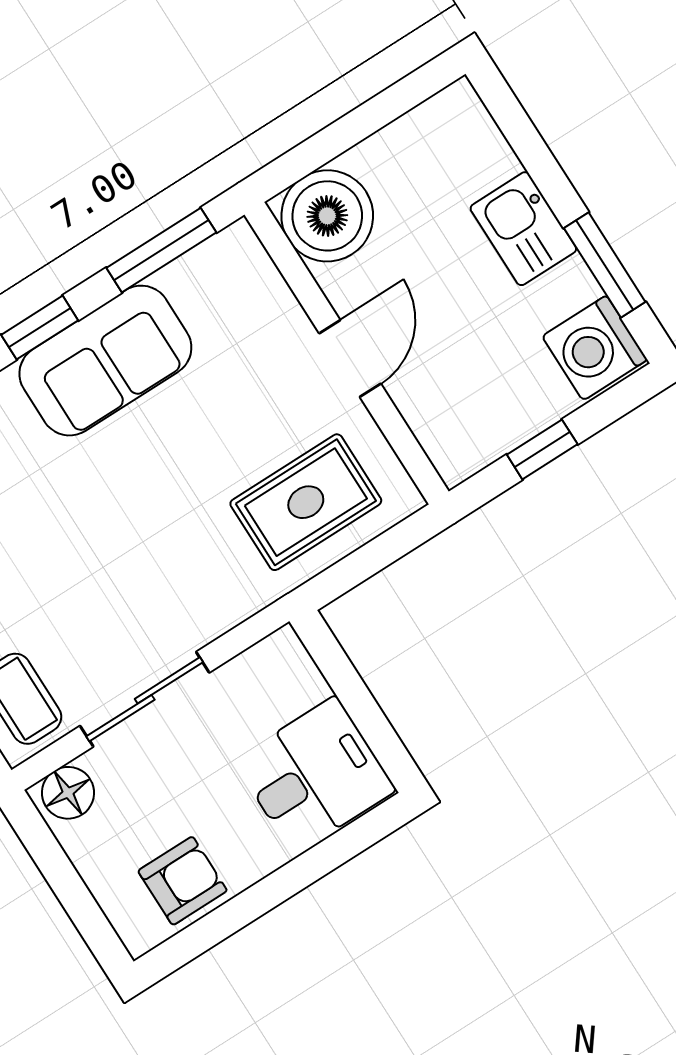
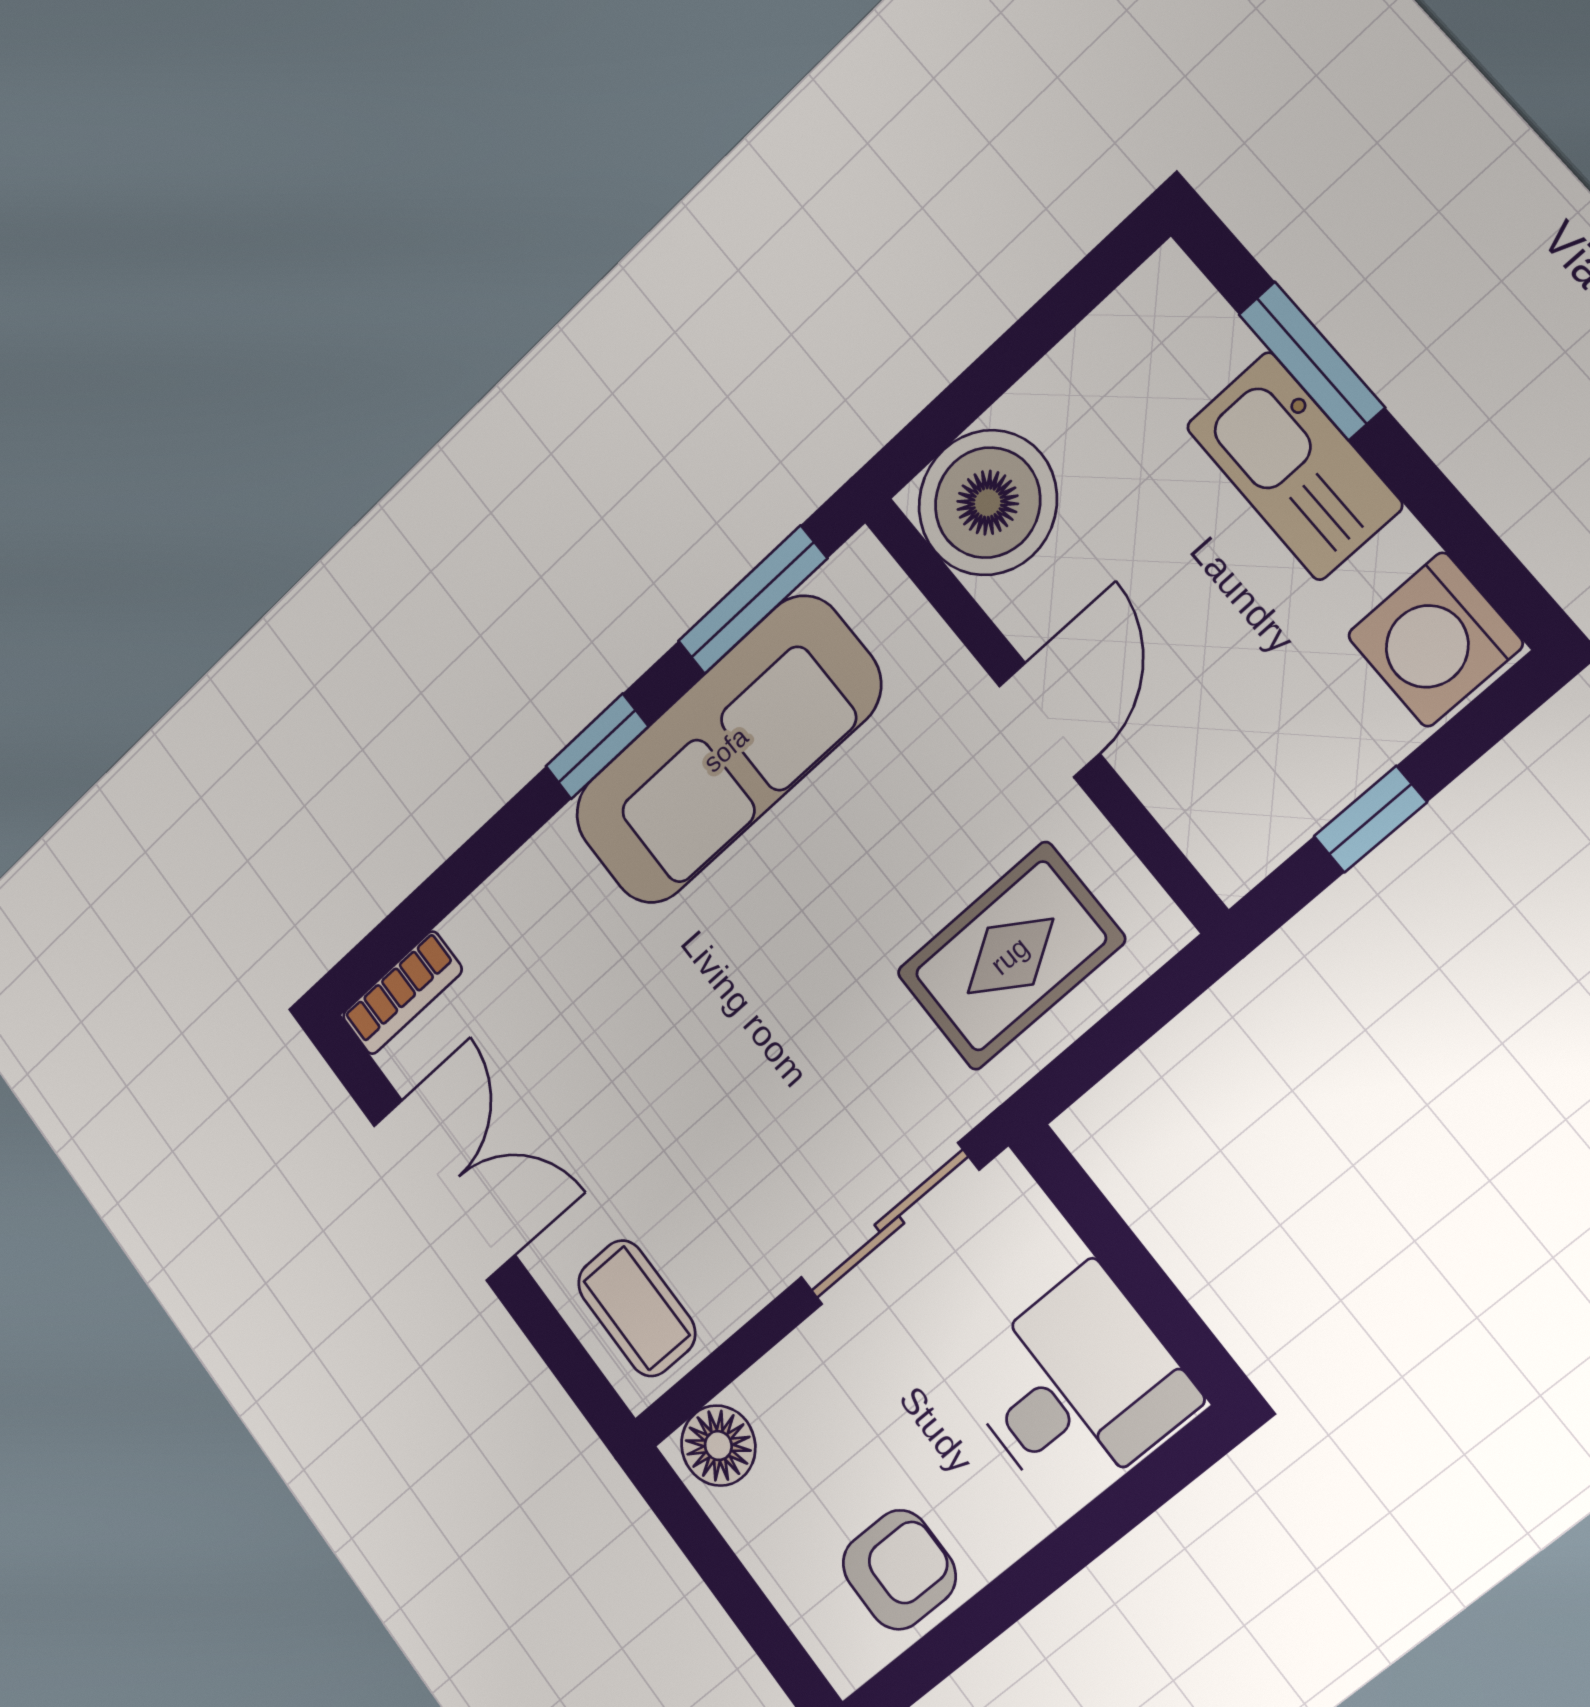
kitchen sink: (523, 229) -> (1294, 466), width x1.38
window: (605, 265) -> (1312, 361), moved
sofa: (105, 361) -> (726, 750), width x1.36
sliding door: (145, 699) -> (889, 1224), moved

